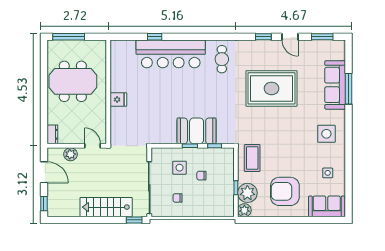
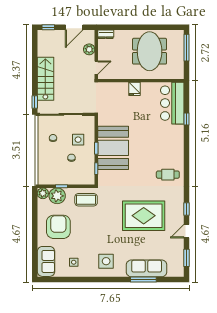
bar counter: (171, 54) -> (172, 103), moved, width x0.73
rug: (271, 88) -> (144, 216), turned 90
booth: (197, 131) -> (113, 148), width x1.36, depth x1.42

